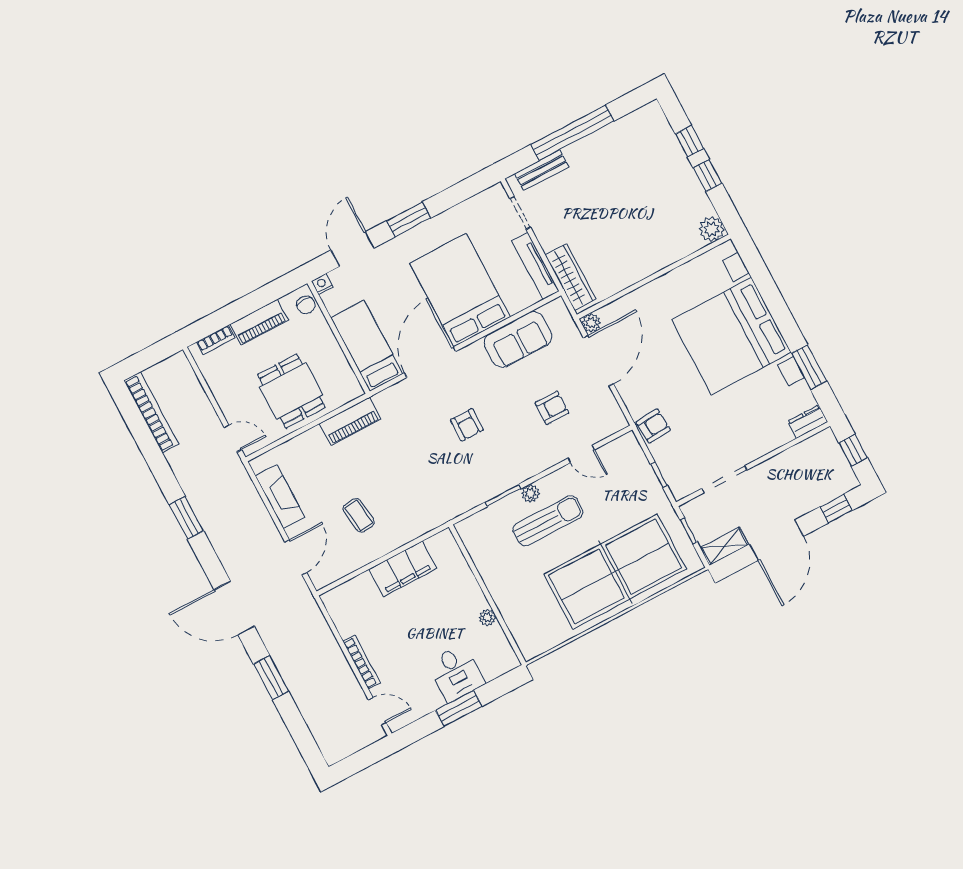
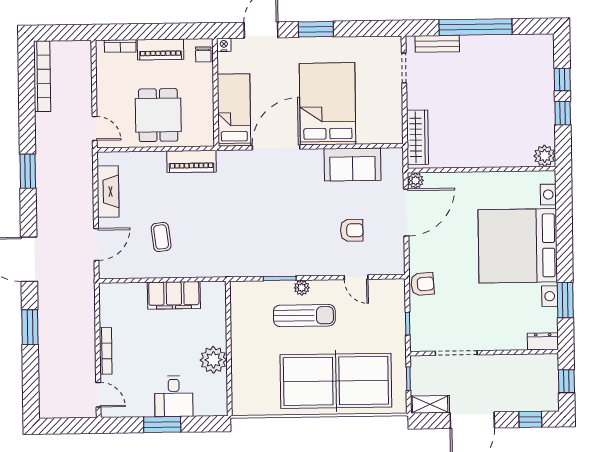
tv unit: (535, 266) -> (395, 115), removed
armchair: (467, 425) -> (280, 210), removed
plant: (487, 618) -> (213, 360), width x1.88, depth x1.88

